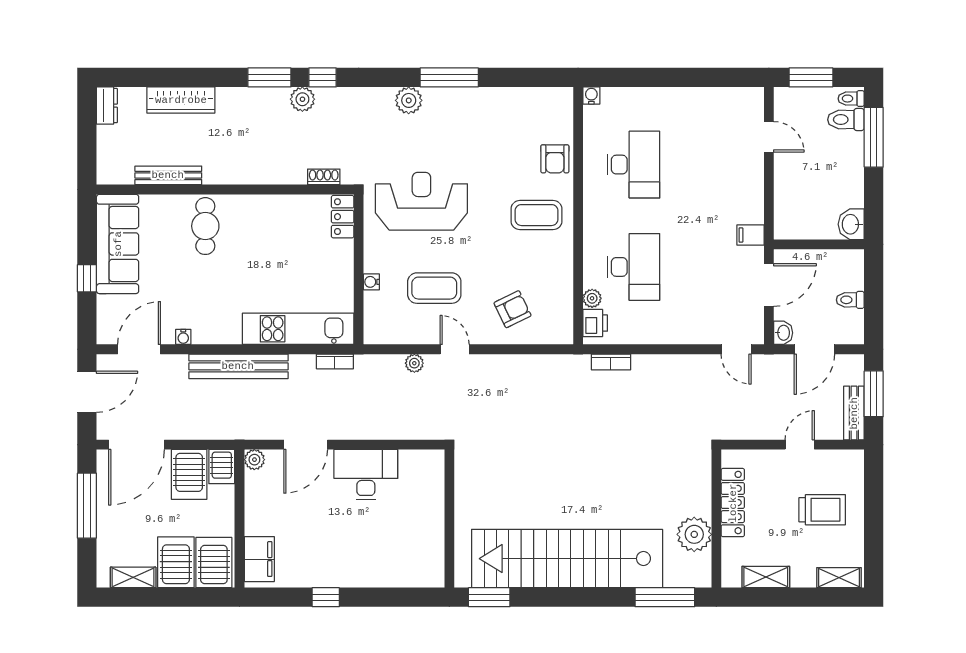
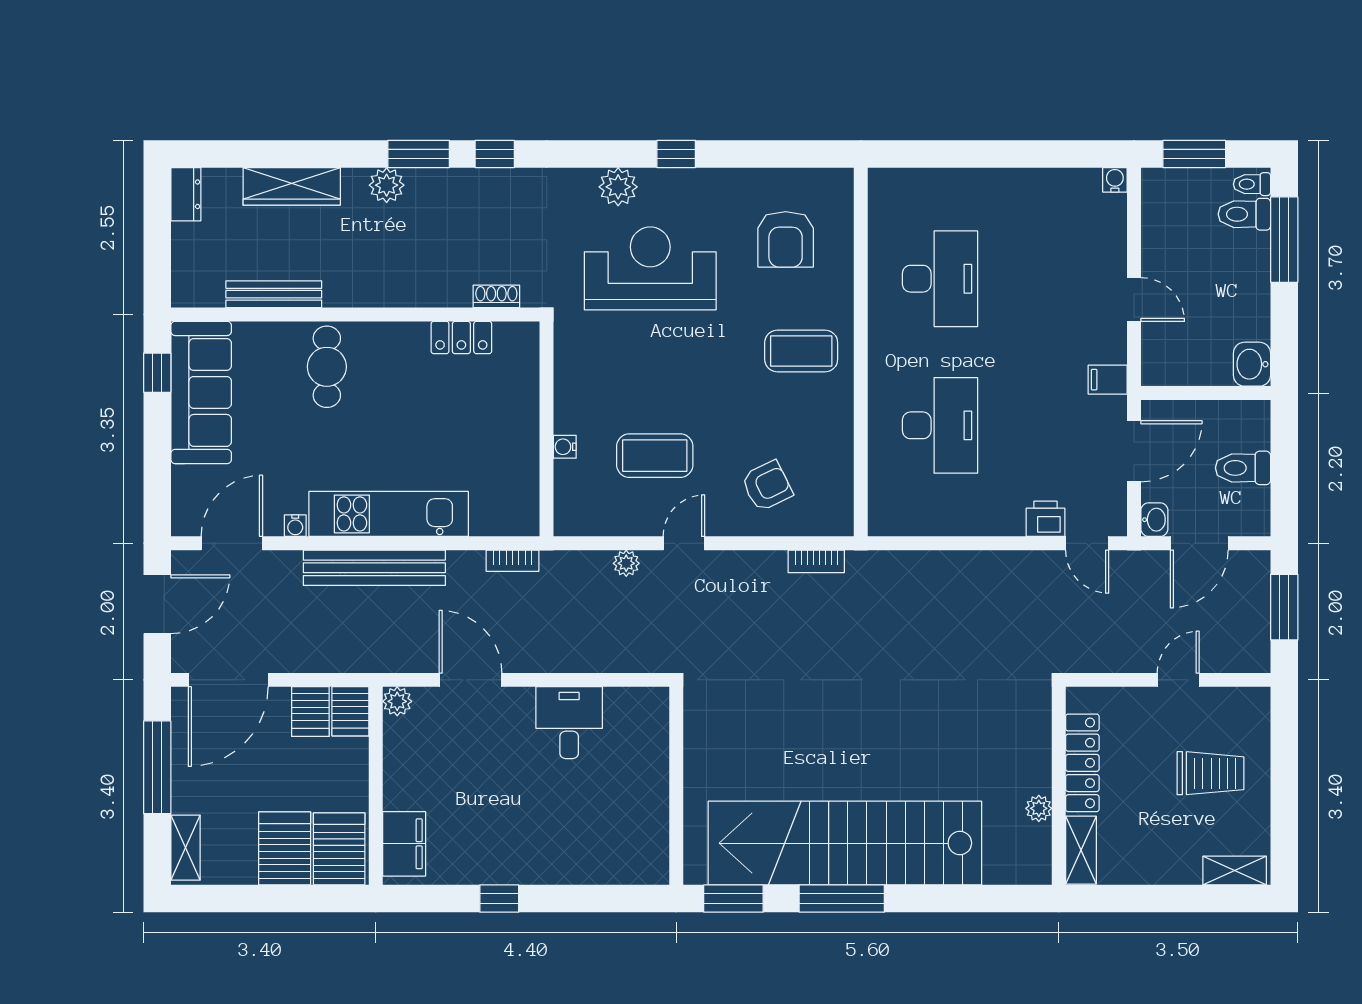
window: (449, 77) -> (676, 154), width x0.46
water cooler: (591, 96) -> (1115, 180), moved
plant: (302, 99) -> (387, 185), moved
door: (769, 137) -> (1134, 300), moved
armchair: (555, 159) -> (786, 239), moved, width x1.38, depth x1.38
reception desk: (421, 201) -> (650, 268), moved
locker: (343, 217) -> (461, 337), moved, turned -90
window: (87, 278) -> (157, 373), moved
plant: (592, 298) -> (881, 470), removed
toilet: (850, 300) -> (1243, 468), width x1.37, depth x1.39
printer: (595, 323) -> (1045, 519), moved, turned -90
kitchen unit: (298, 329) -> (389, 514), moved
door: (455, 349) -> (684, 543), hinge flipped
bookcase: (611, 362) -> (816, 561), moved
bench: (854, 413) -> (1256, 635), removed
door: (306, 445) -> (471, 680), swing flipped
server rack: (189, 474) -> (310, 712), width x0.73, depth x0.70
desk: (366, 474) -> (569, 723), width x0.73
plant: (694, 534) -> (1039, 808), width x0.53, depth x0.53
shelving: (133, 577) -> (185, 848), moved, turned 90
shelving: (766, 577) -> (1081, 850), moved, turned 90
window: (665, 597) -> (842, 898), moved

